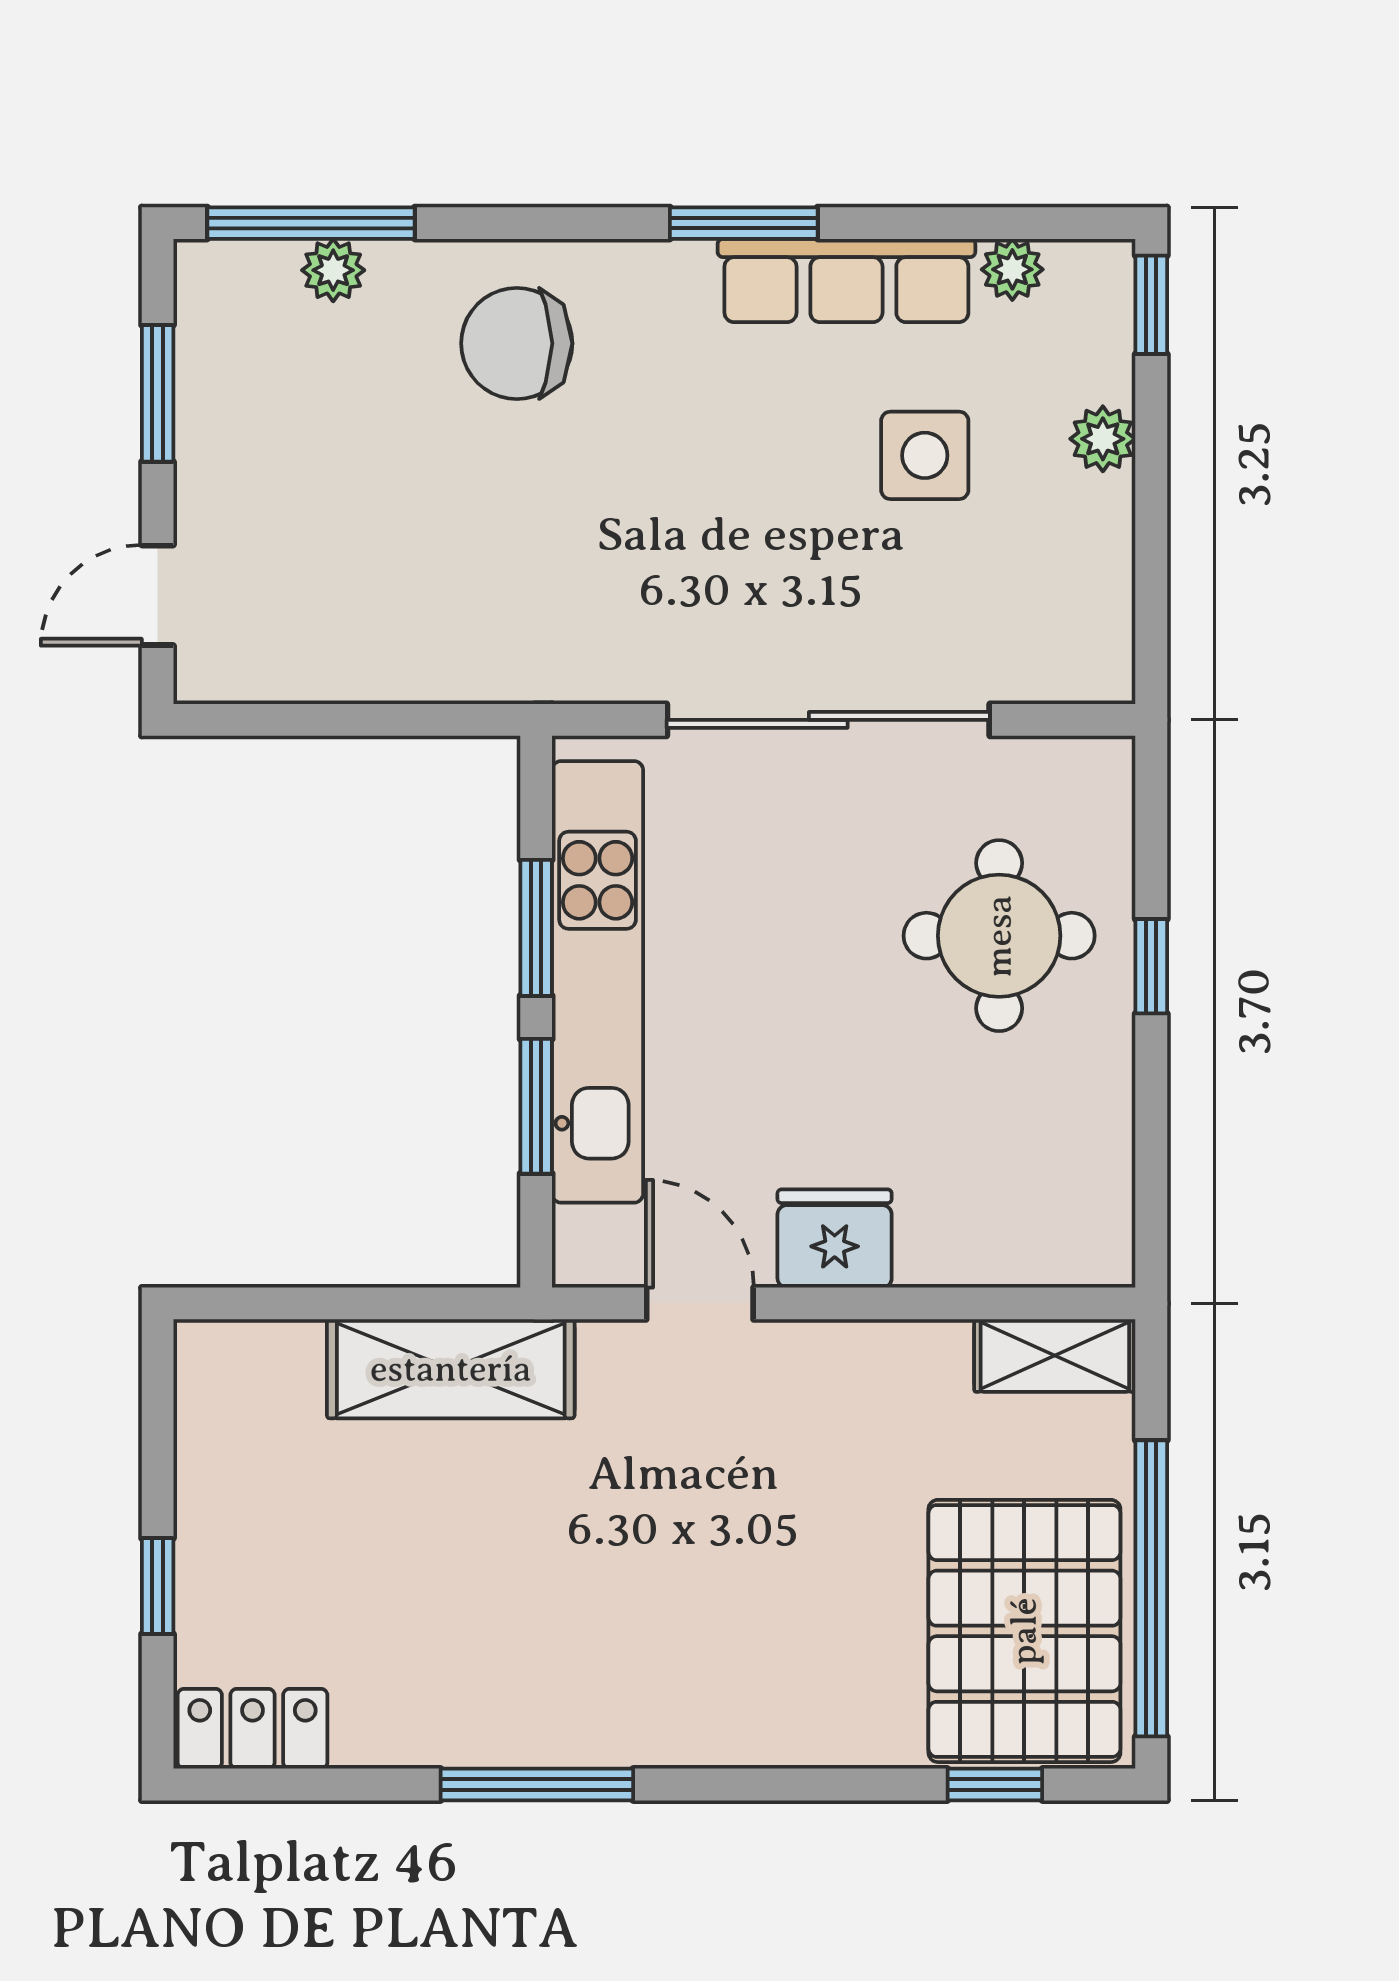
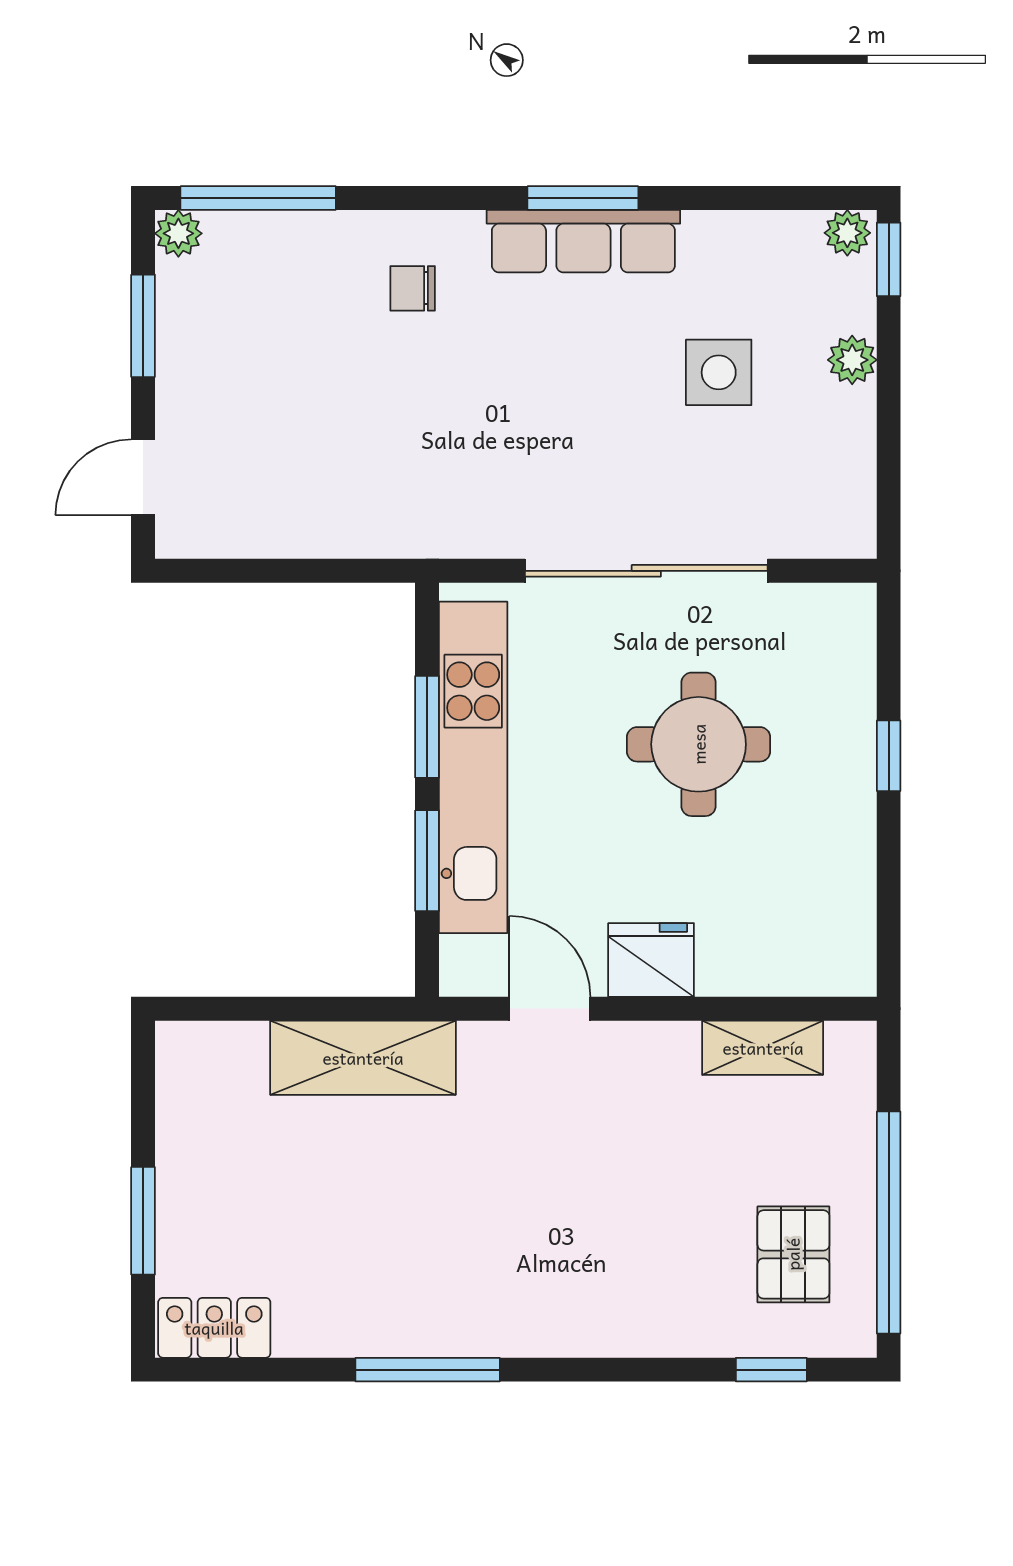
plant: (1012, 269) -> (847, 233), moved
plant: (333, 270) -> (178, 233), moved
row of seats: (846, 281) -> (583, 241), moved
chair: (517, 343) -> (413, 288), width x0.54, depth x0.54
round table: (999, 936) -> (699, 744), moved
shelving: (1055, 1356) -> (763, 1048), moved
window: (158, 1586) -> (143, 1221), width x1.50
pallet: (1024, 1631) -> (793, 1254), width x0.49, depth x0.50

